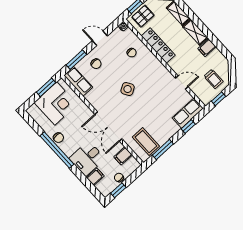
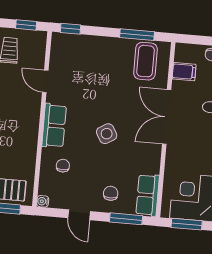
locker: (158, 46) -> (28, 144), removed
row of seats: (188, 113) -> (54, 126), moved, turned -90
window: (188, 126) -> (71, 29), moved
double door: (108, 127) -> (167, 117), swing flipped

